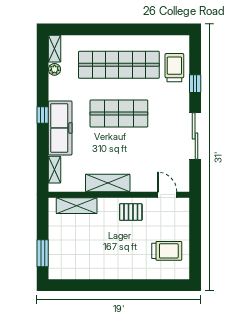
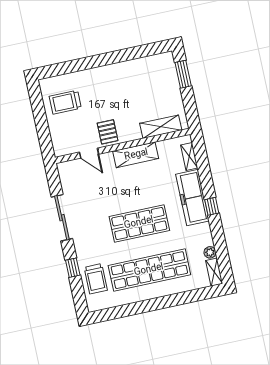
door: (167, 195) -> (89, 153), moved
pallet: (131, 212) -> (108, 132), turned 90

